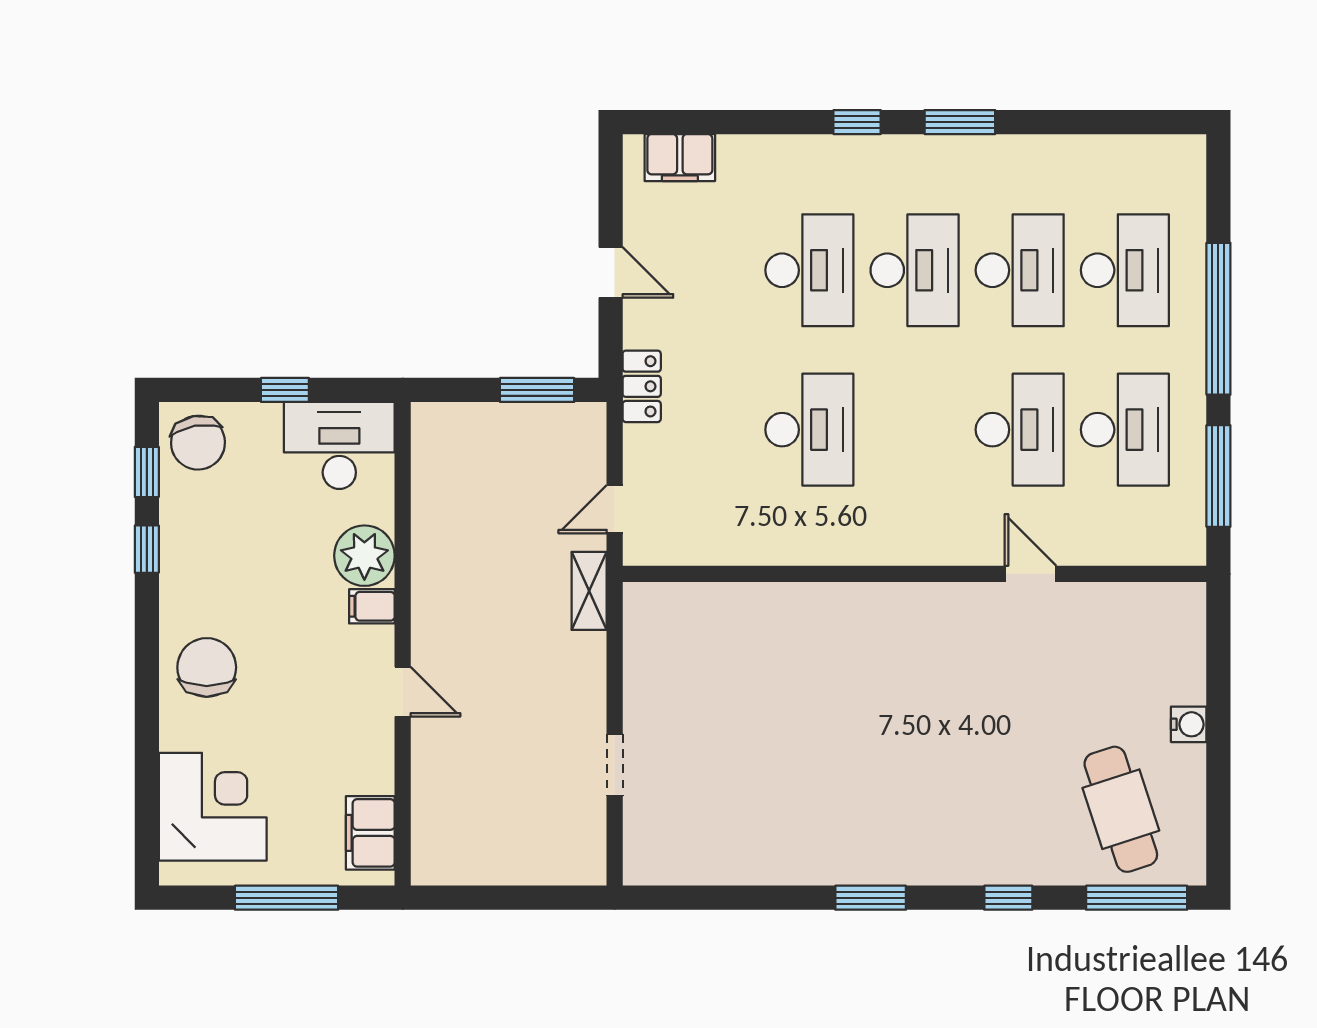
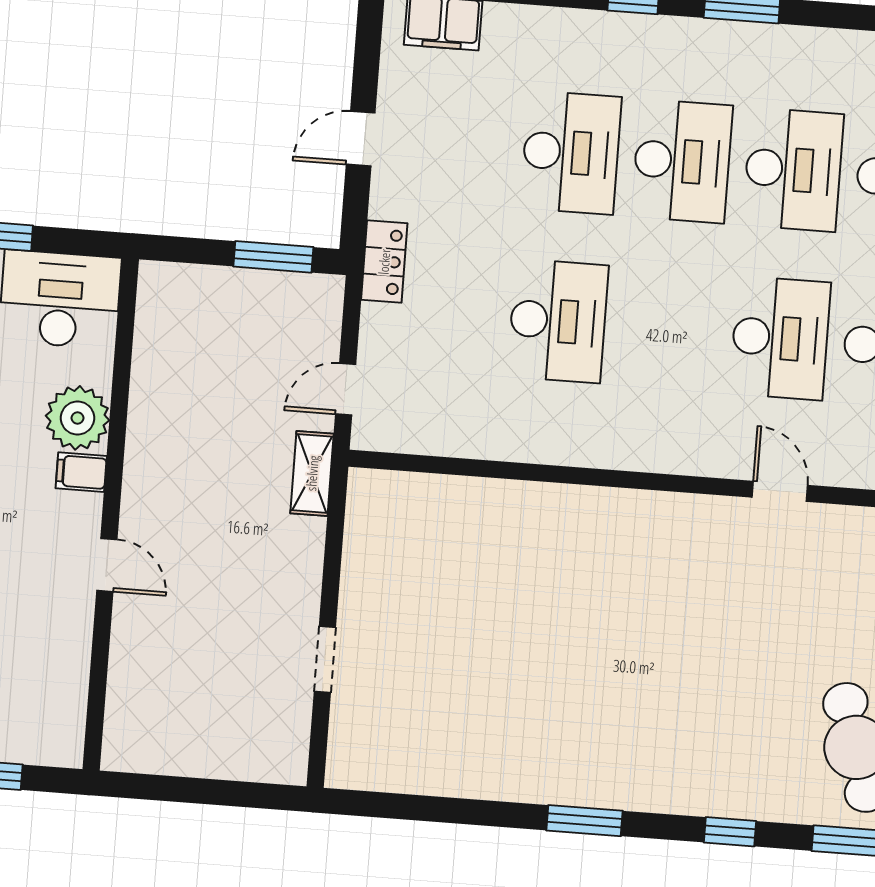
door: (611, 272) -> (361, 139), swing flipped
filing cabinet: (370, 833) -> (61, 711), removed

